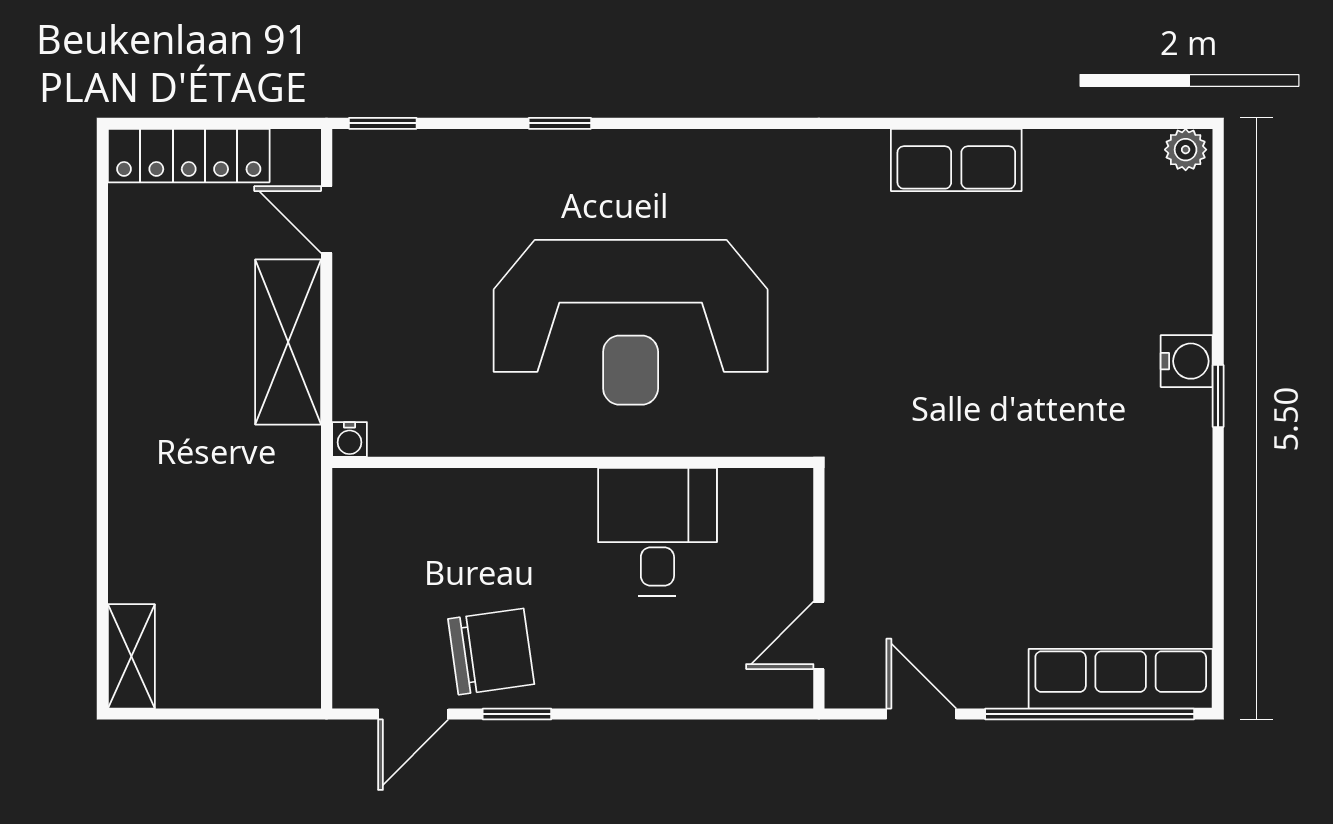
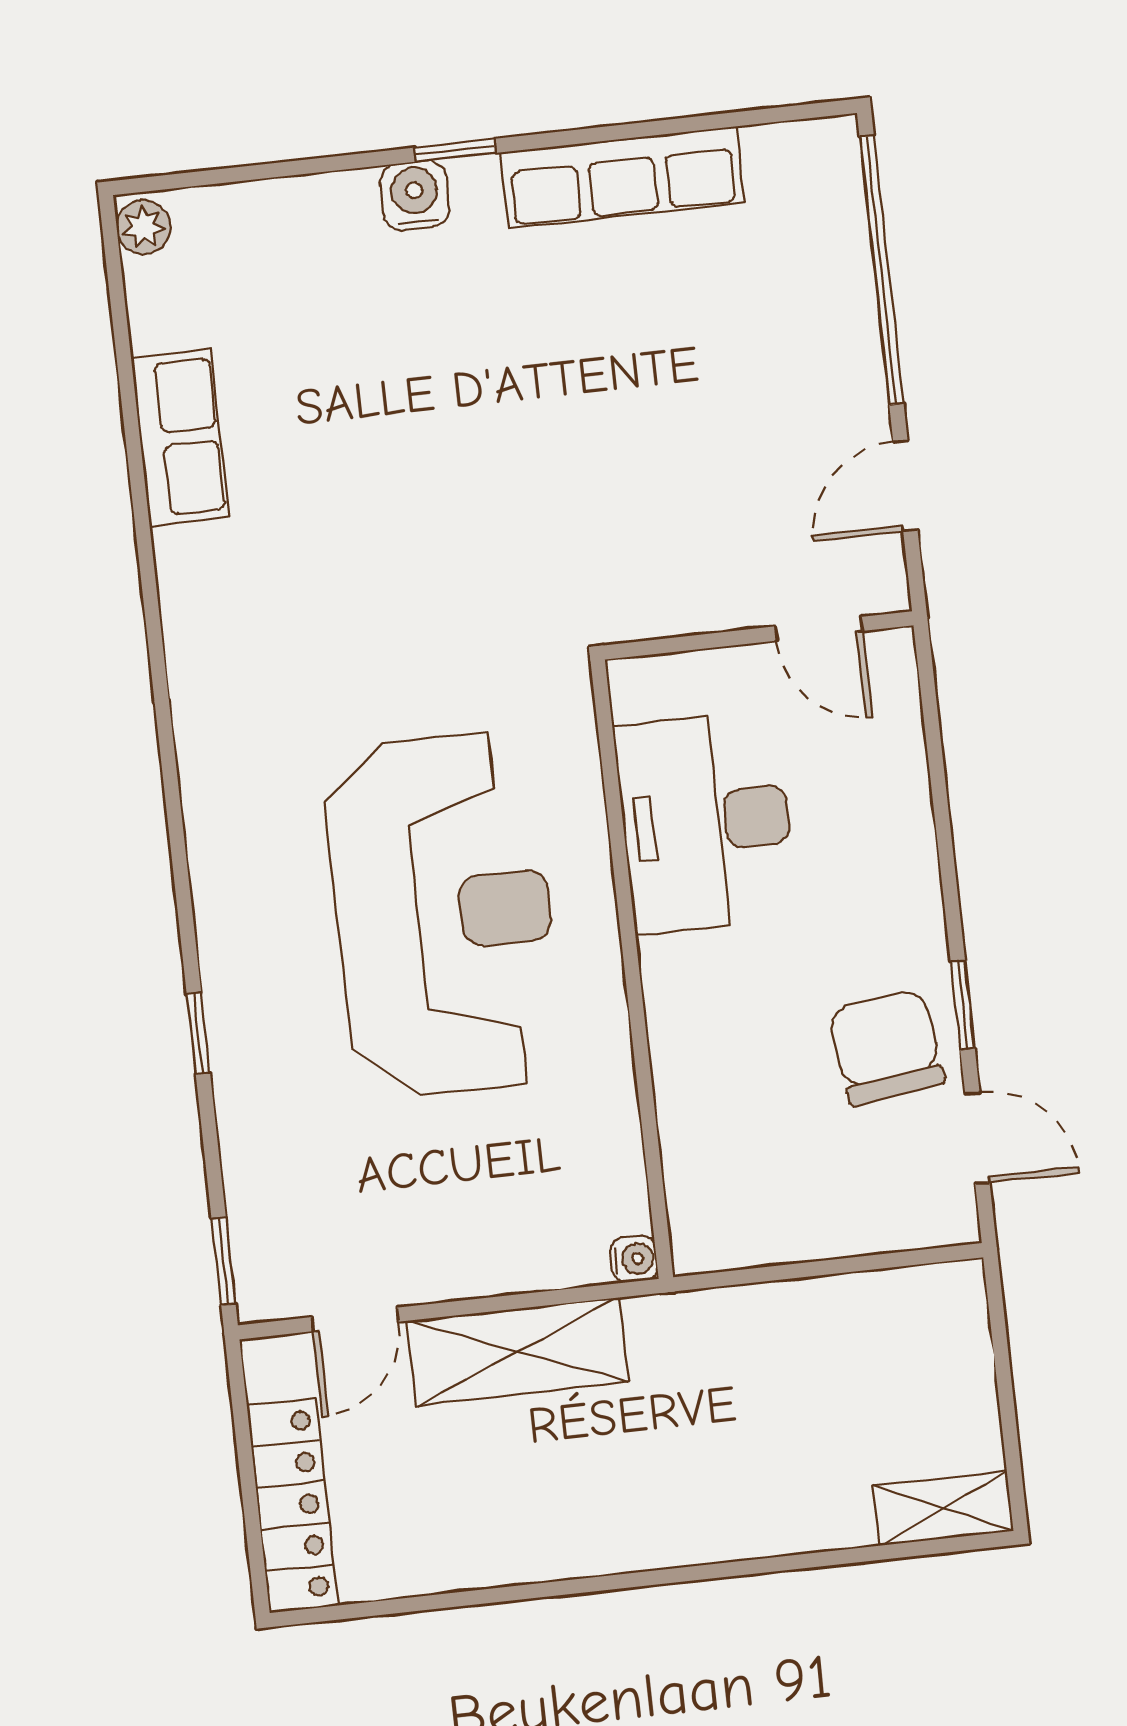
row of seats: (956, 160) -> (180, 438), moved
desk: (657, 532) -> (706, 822), width x1.37
row of seats: (1121, 679) -> (622, 178), moved, turned -90

